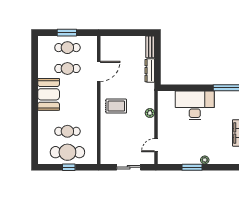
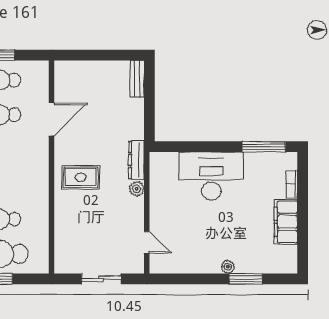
dresser: (150, 71) -> (136, 160), moved
door: (156, 145) -> (147, 242), swing flipped
window: (192, 167) -> (246, 279), moved

